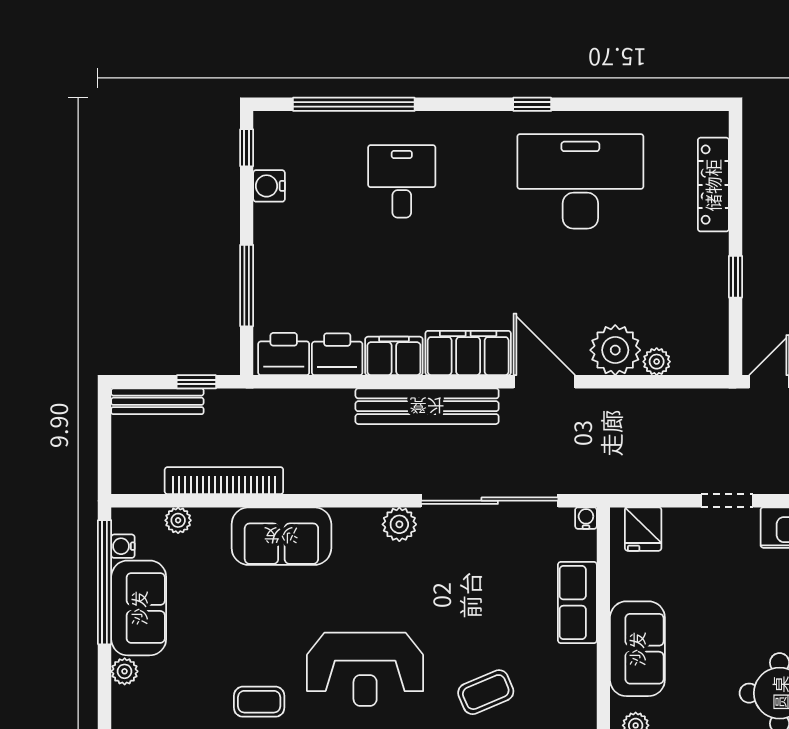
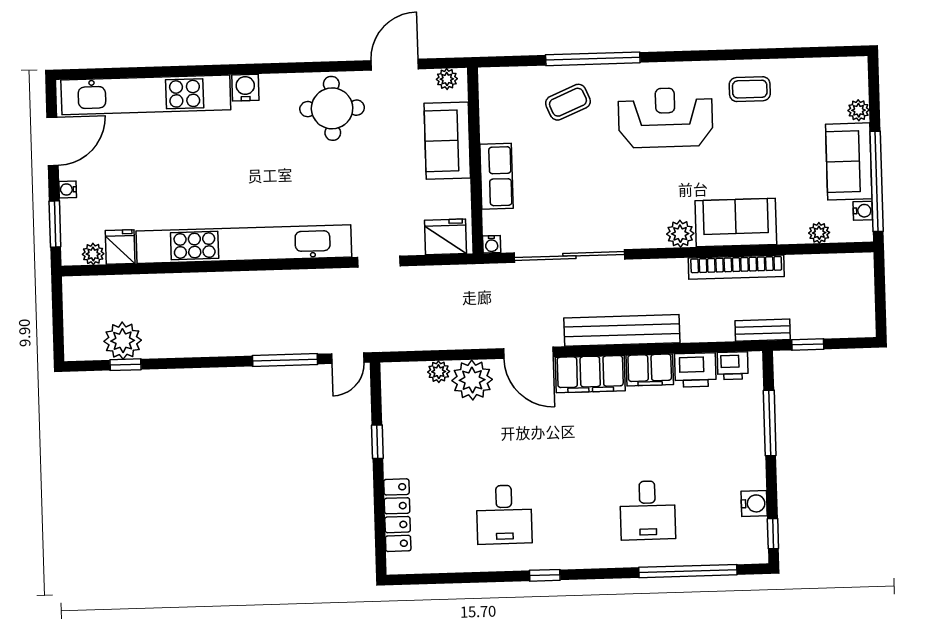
desk: (580, 181) -> (504, 515), width x0.53, depth x0.77
printer: (284, 354) -> (733, 366), width x0.73, depth x0.81
bench: (157, 401) -> (763, 330), moved, width x0.73
bookcase: (224, 481) -> (736, 267), moved
plant: (399, 524) -> (680, 234), moved
fridge: (643, 529) -> (445, 237), width x1.38

